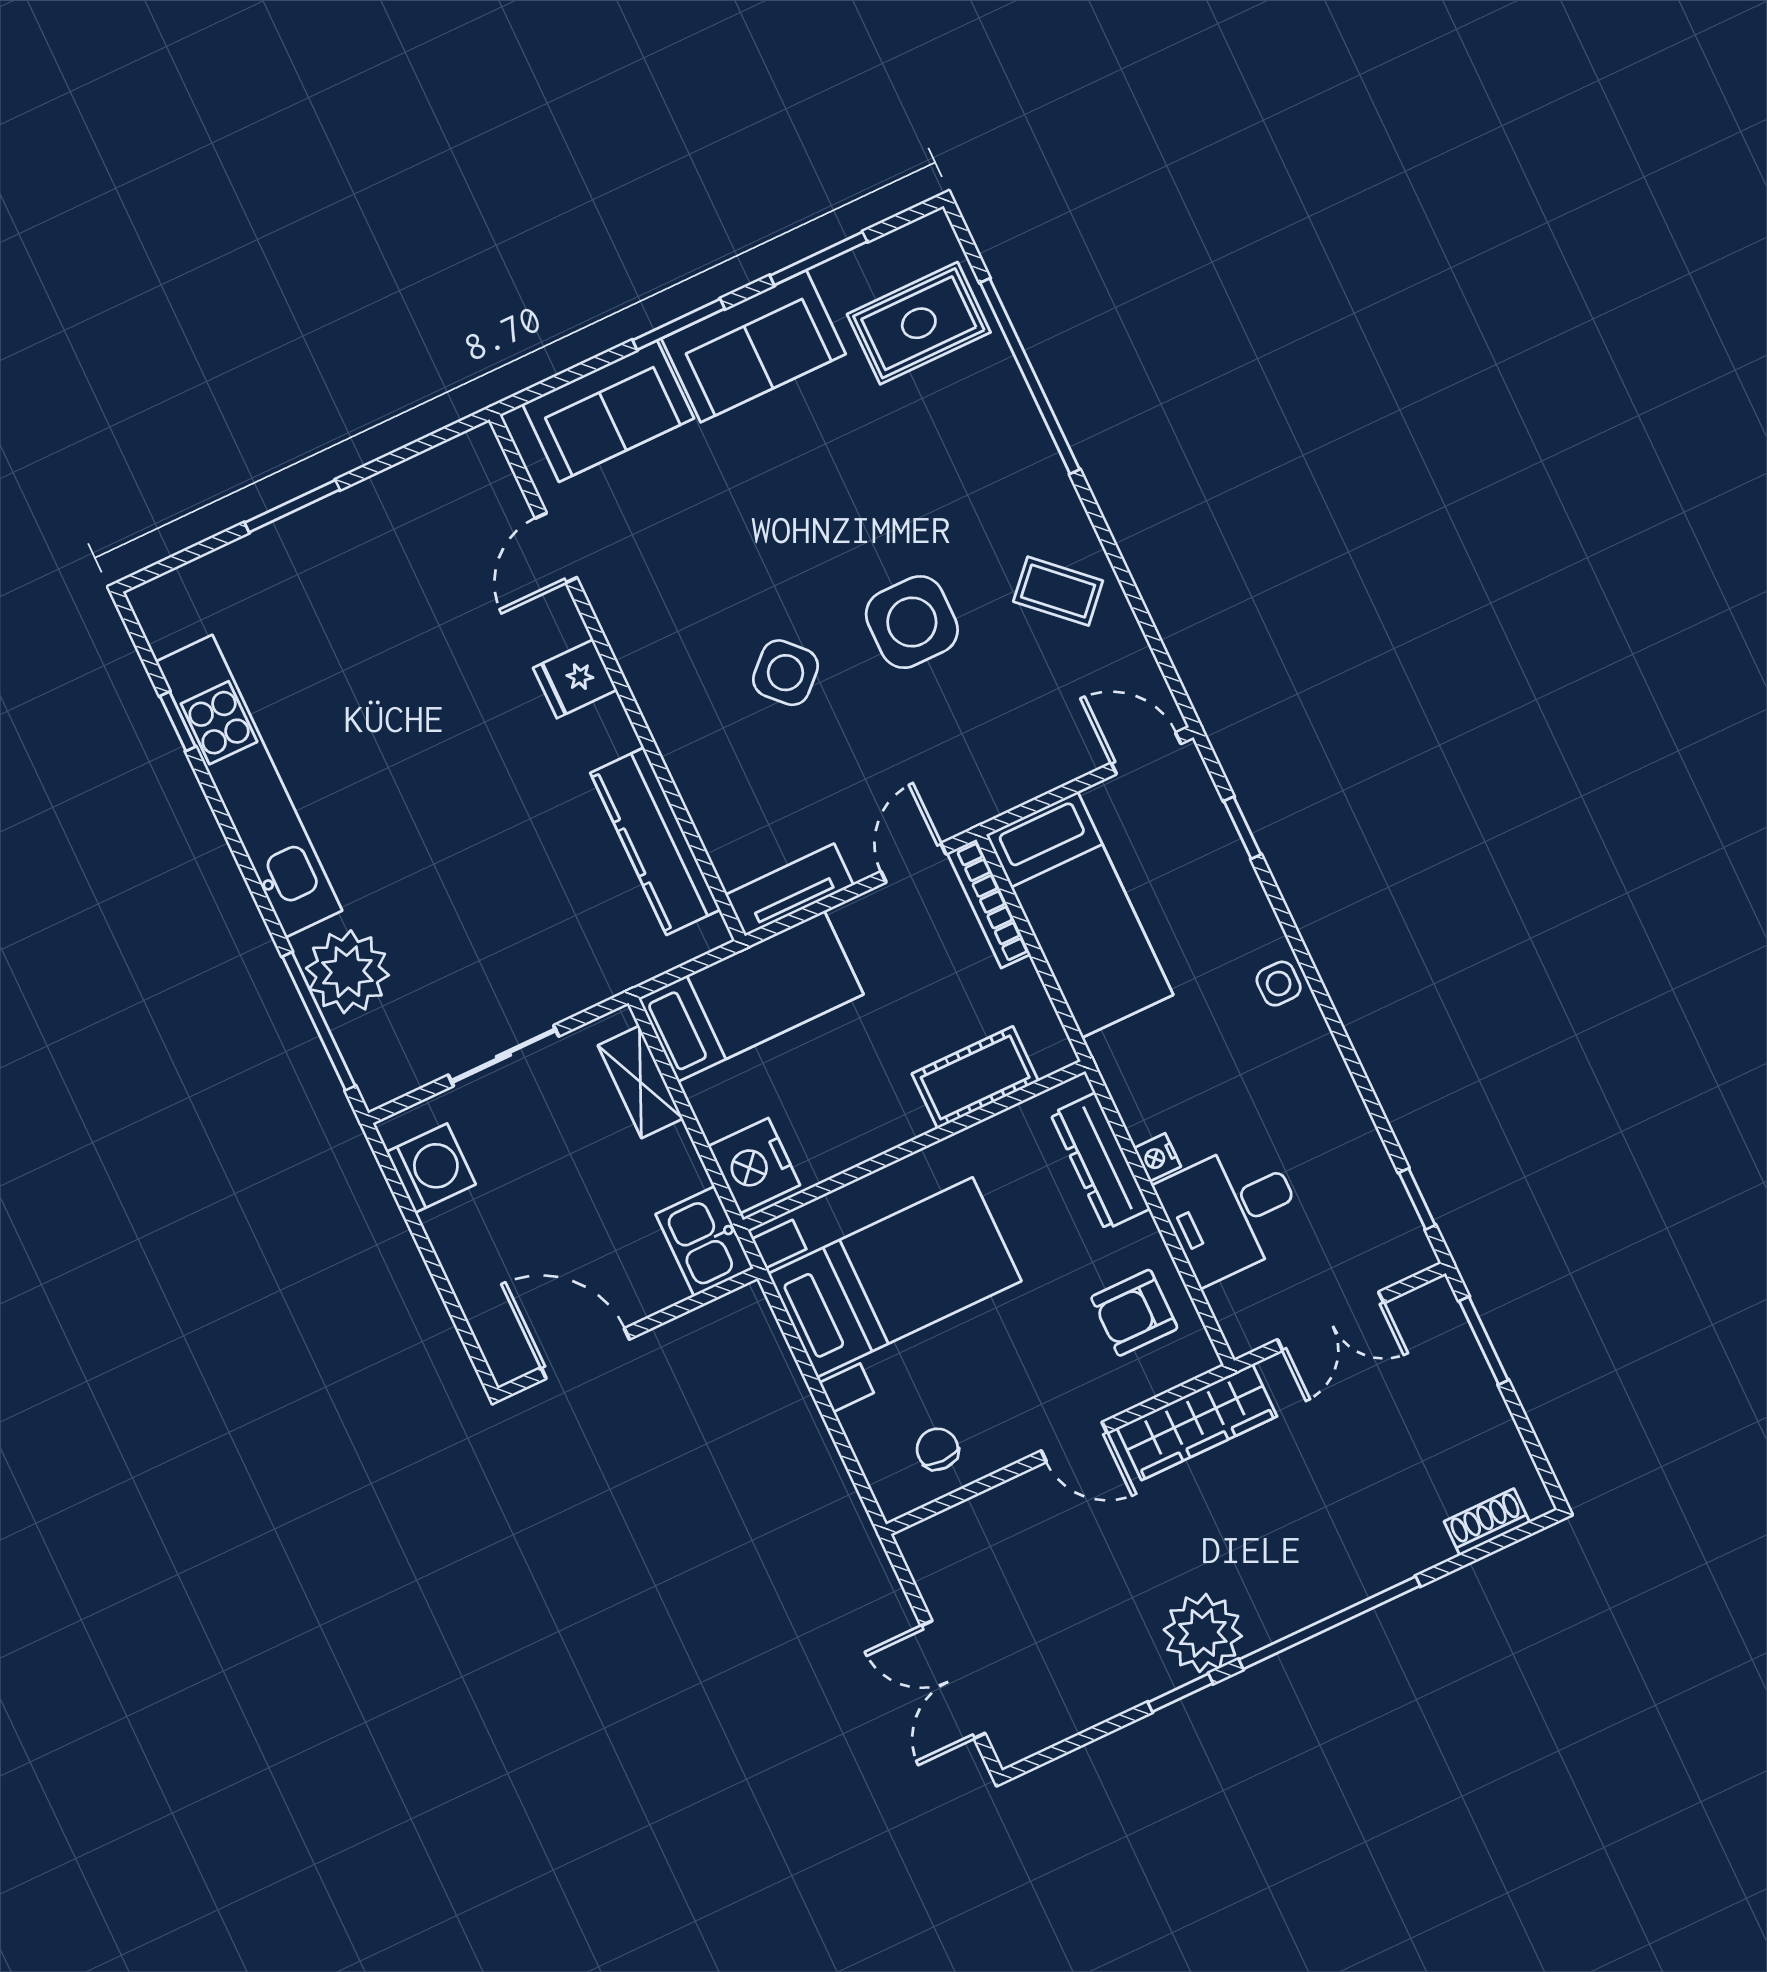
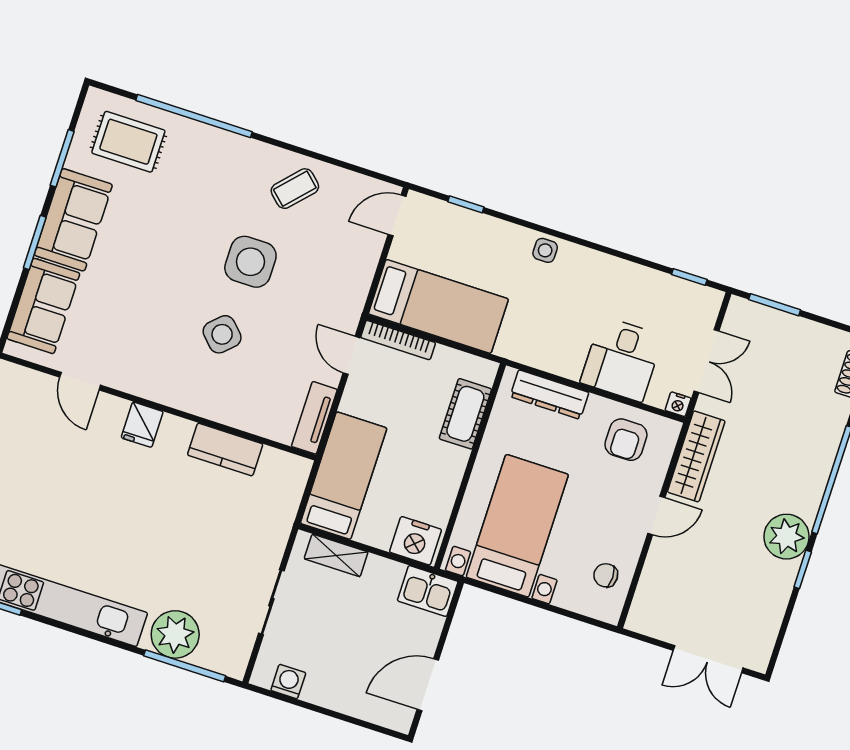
rug: (919, 323) -> (128, 142), turned 90
kitchen counter: (655, 841) -> (225, 449), width x0.67
nightstand: (1157, 1157) -> (678, 404), moved
washing machine: (431, 1168) -> (288, 682), width x0.73, depth x0.73

